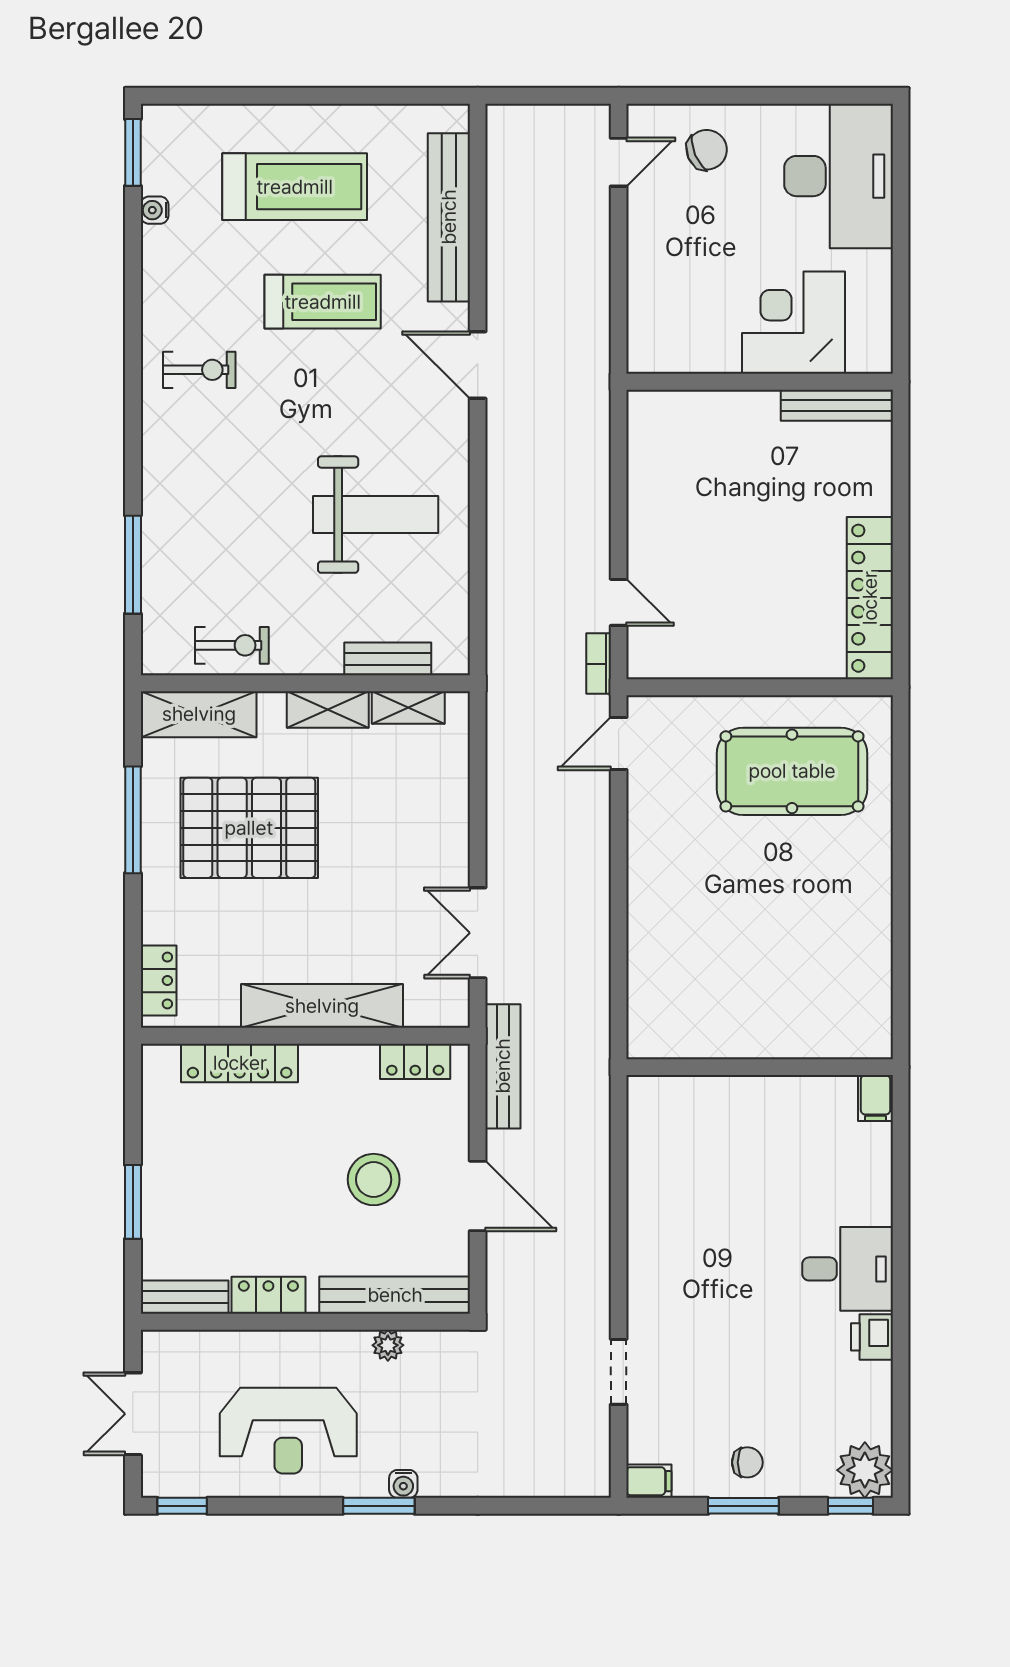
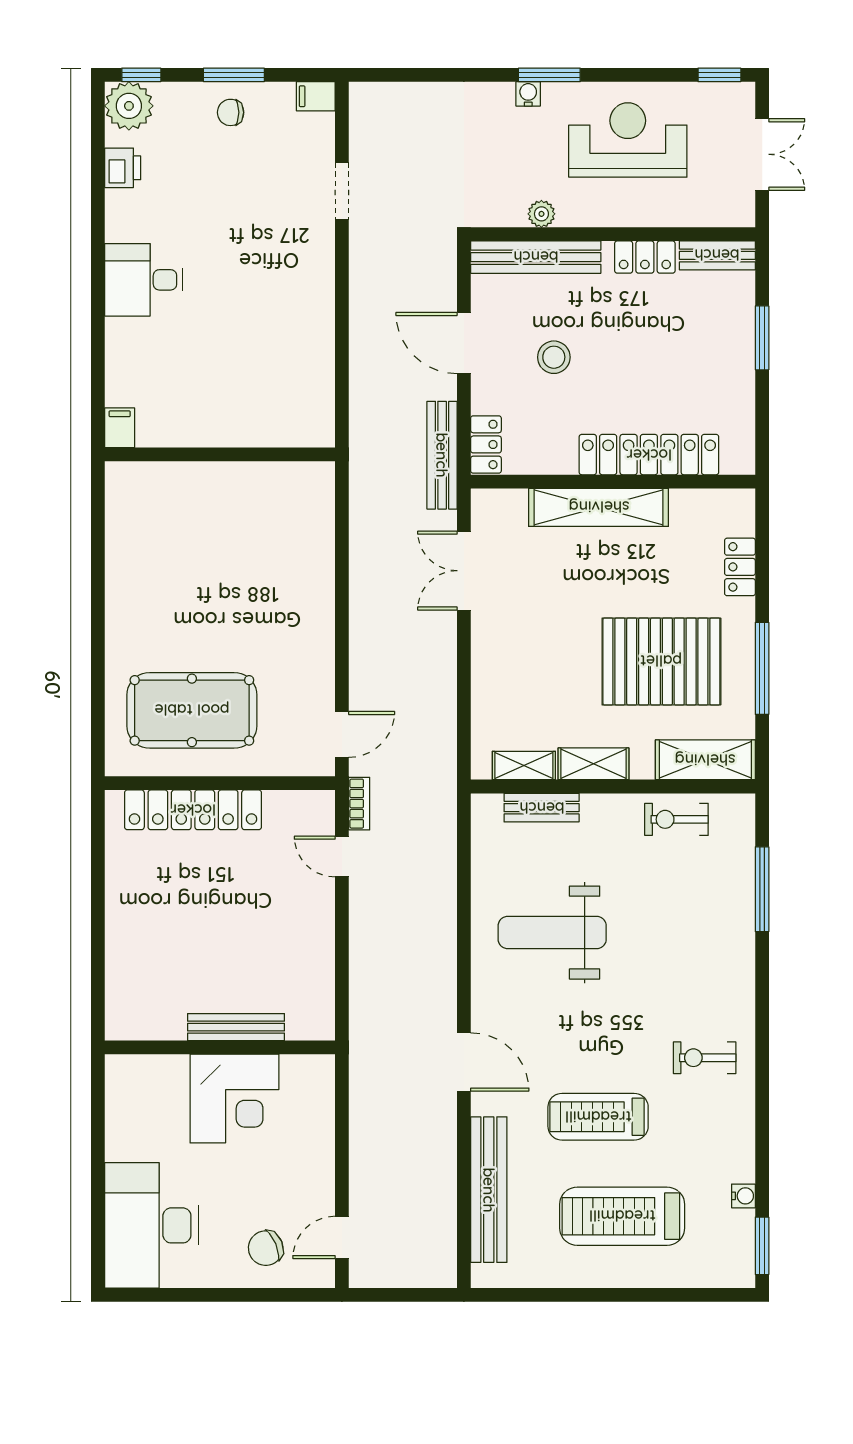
corner desk: (793, 323) -> (234, 1099), moved
bench: (837, 405) -> (236, 1027), moved
locker: (870, 598) -> (193, 810), moved, turned 90
double door: (478, 933) -> (464, 571), swing flipped
locker: (159, 980) -> (740, 567), moved
locker: (415, 1061) -> (486, 444), moved, turned 90
locker: (240, 1063) -> (649, 455), width x1.41, depth x1.21
stool: (374, 1180) -> (554, 357), width x0.73, depth x0.73
printer: (872, 1337) -> (123, 168), moved

